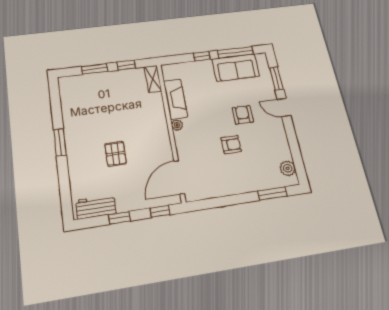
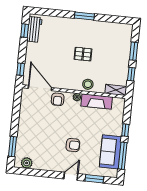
stool: (155, 115) -> (88, 84), added
armchair: (231, 145) -> (58, 99), moved
pallet: (115, 154) -> (83, 54), moved
window: (119, 218) -> (25, 31), moved

